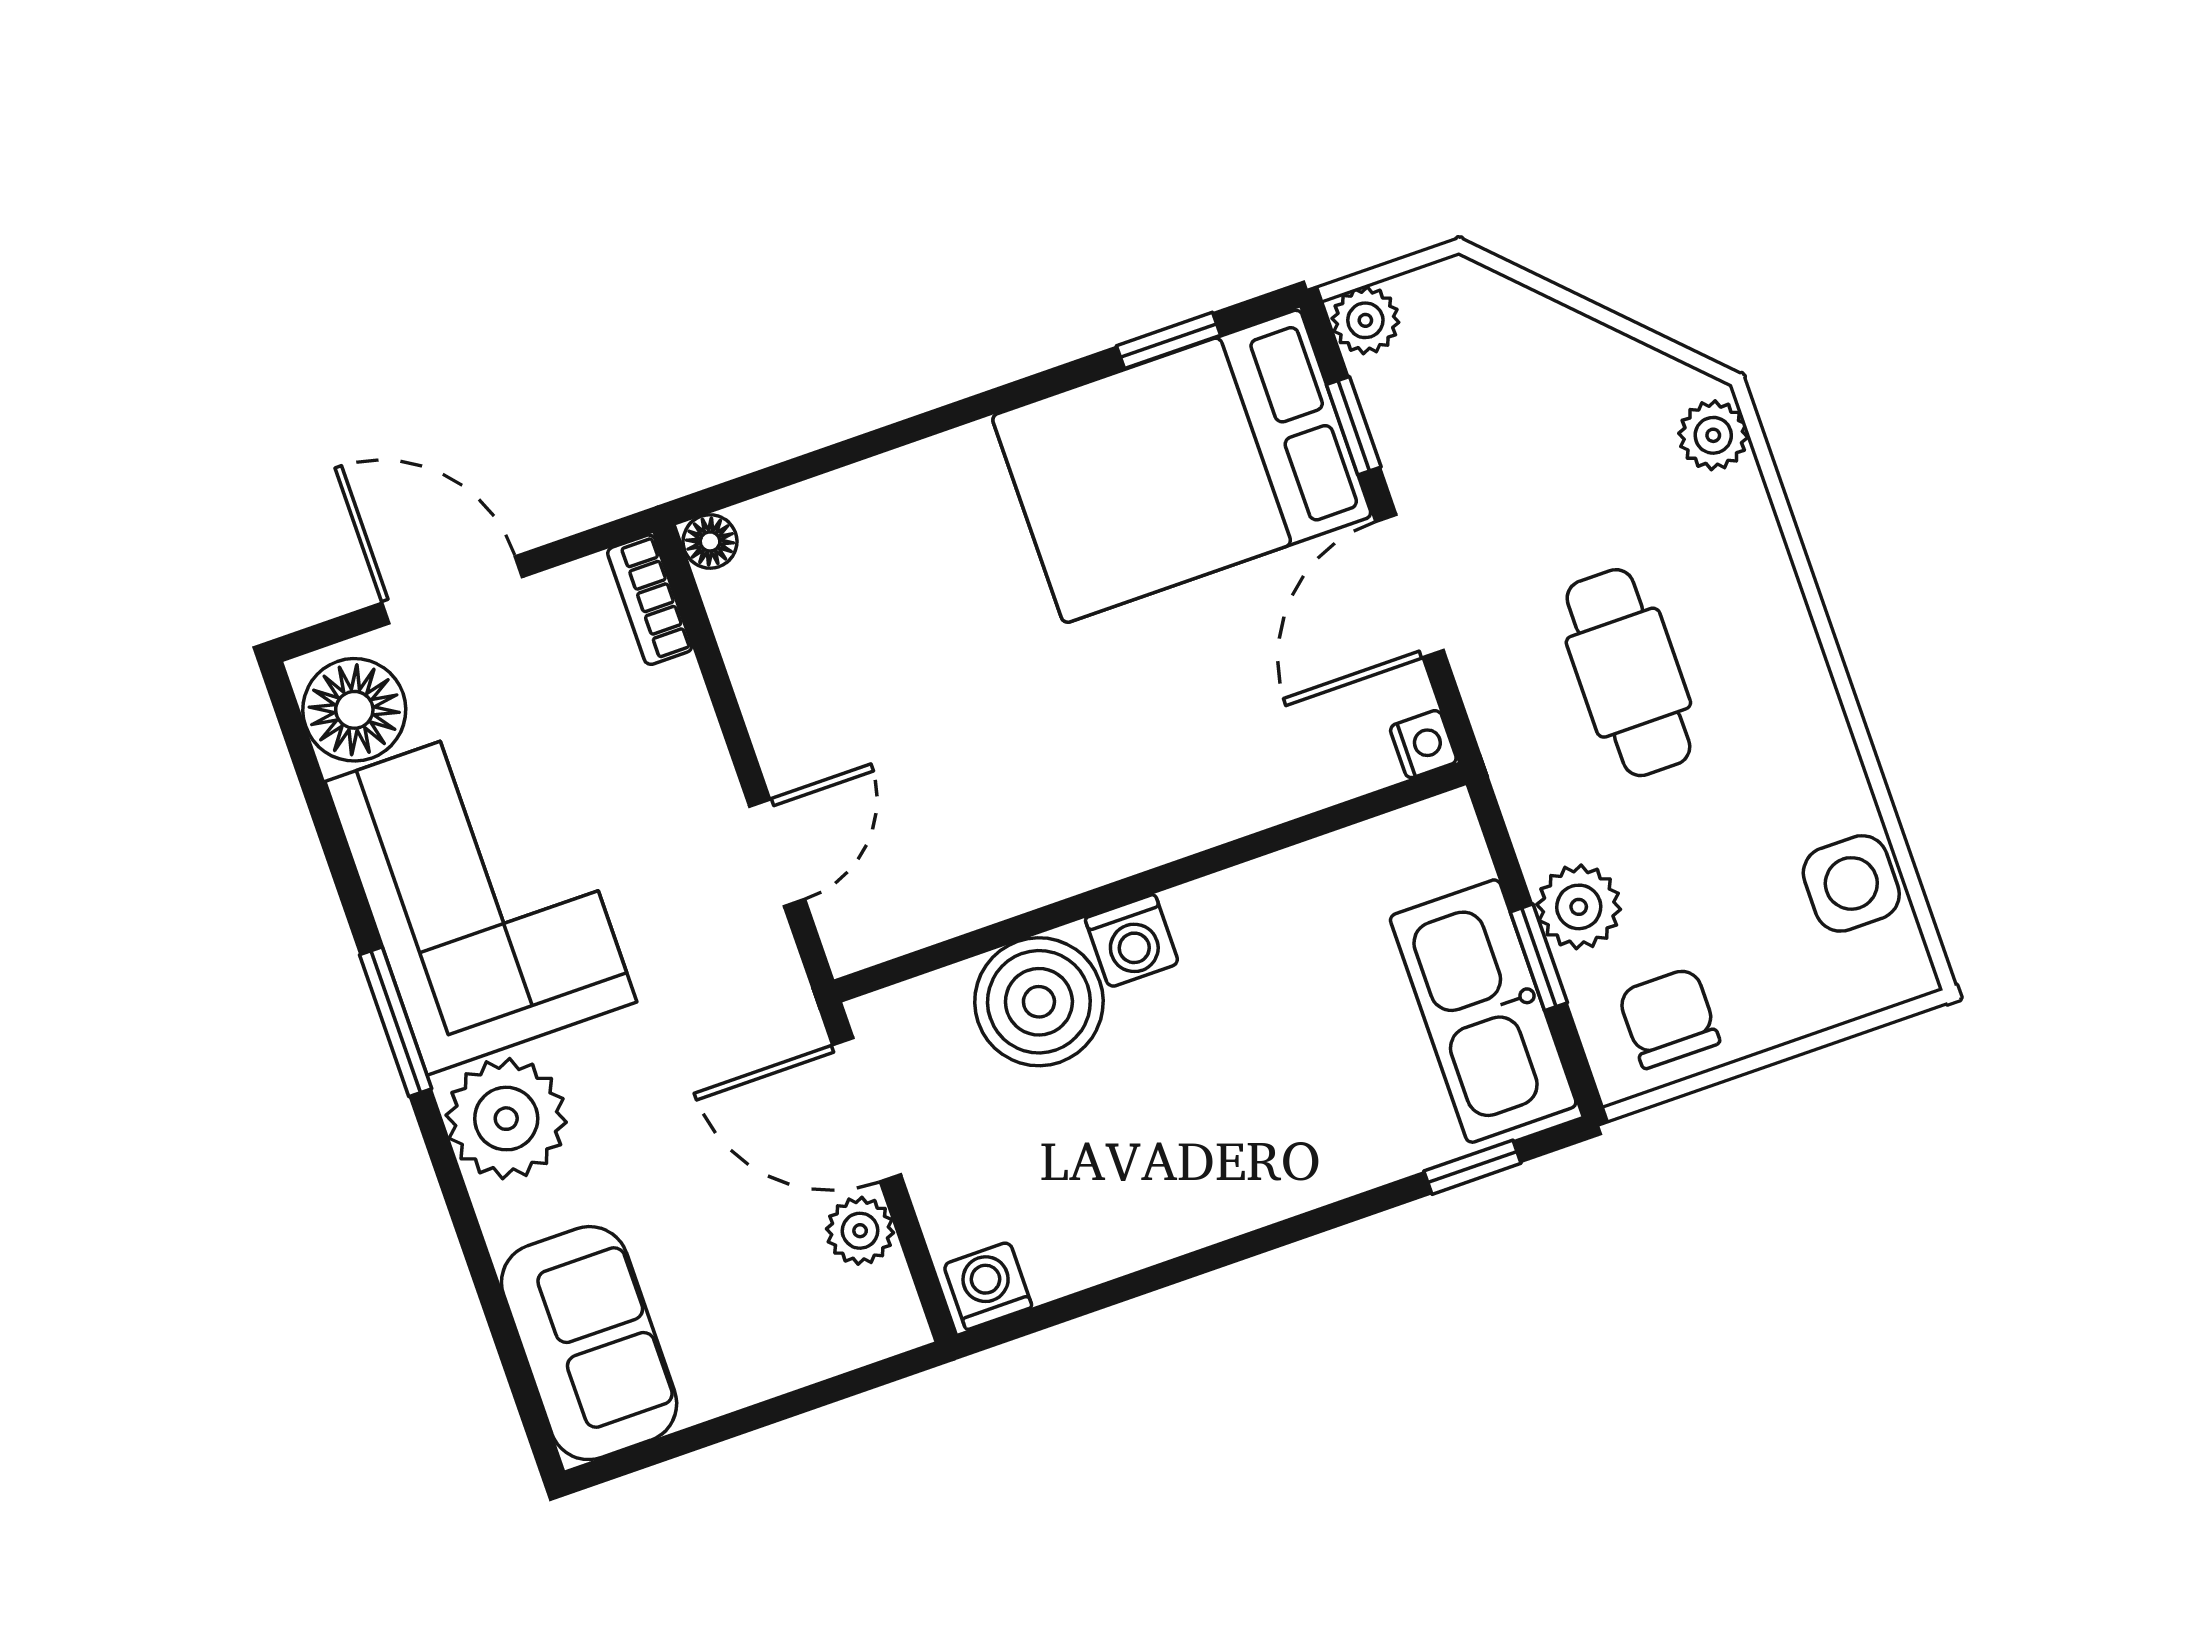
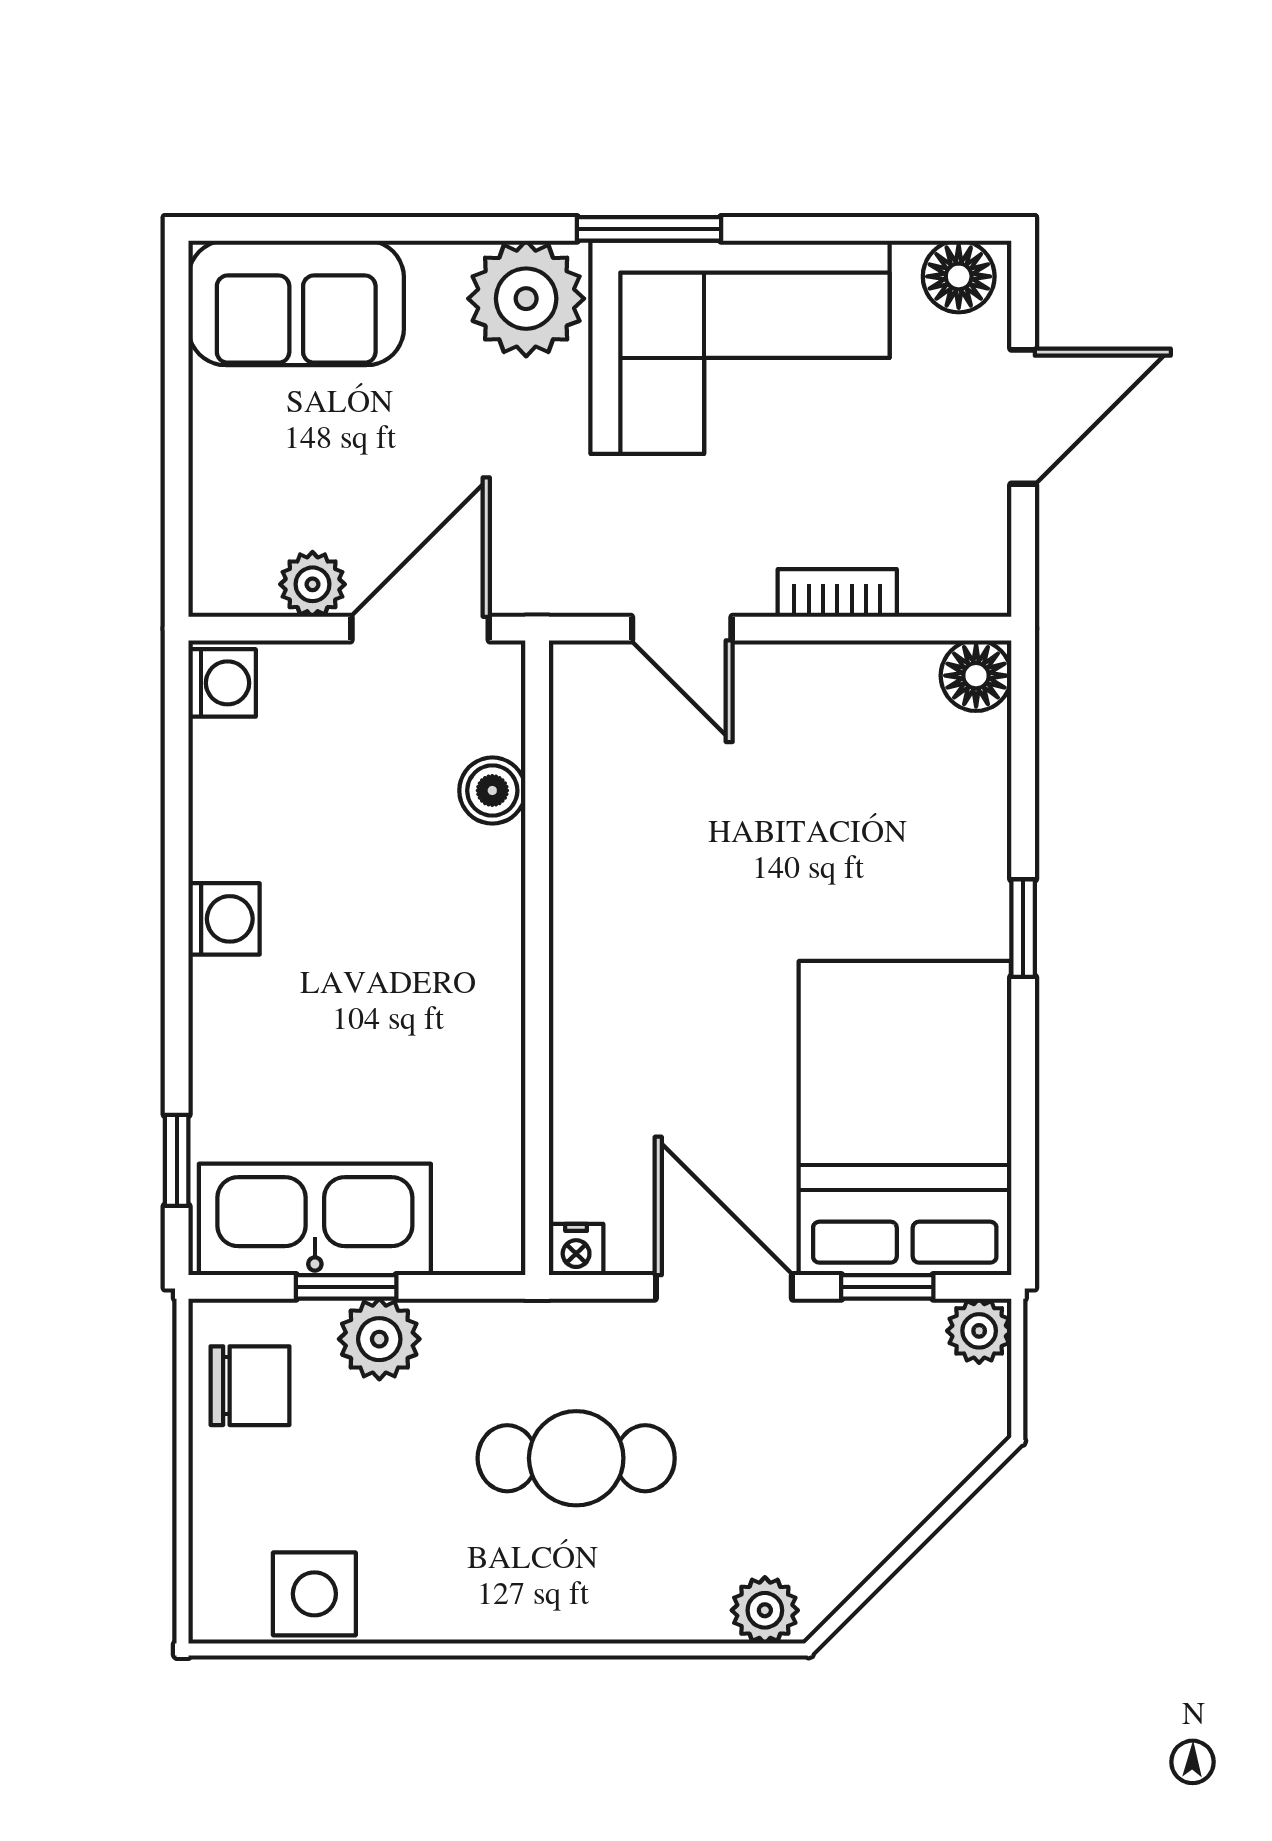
window: (1168, 340) -> (1023, 928), moved
floor lamp: (710, 541) -> (976, 676), width x1.37, depth x1.37
bookcase: (650, 600) -> (837, 593), moved
floor lamp: (354, 710) -> (959, 276), width x0.73, depth x0.73
washing machine: (1132, 941) -> (224, 919), moved, turned 180
boiler: (1039, 1002) -> (492, 791), width x0.54, depth x0.54

